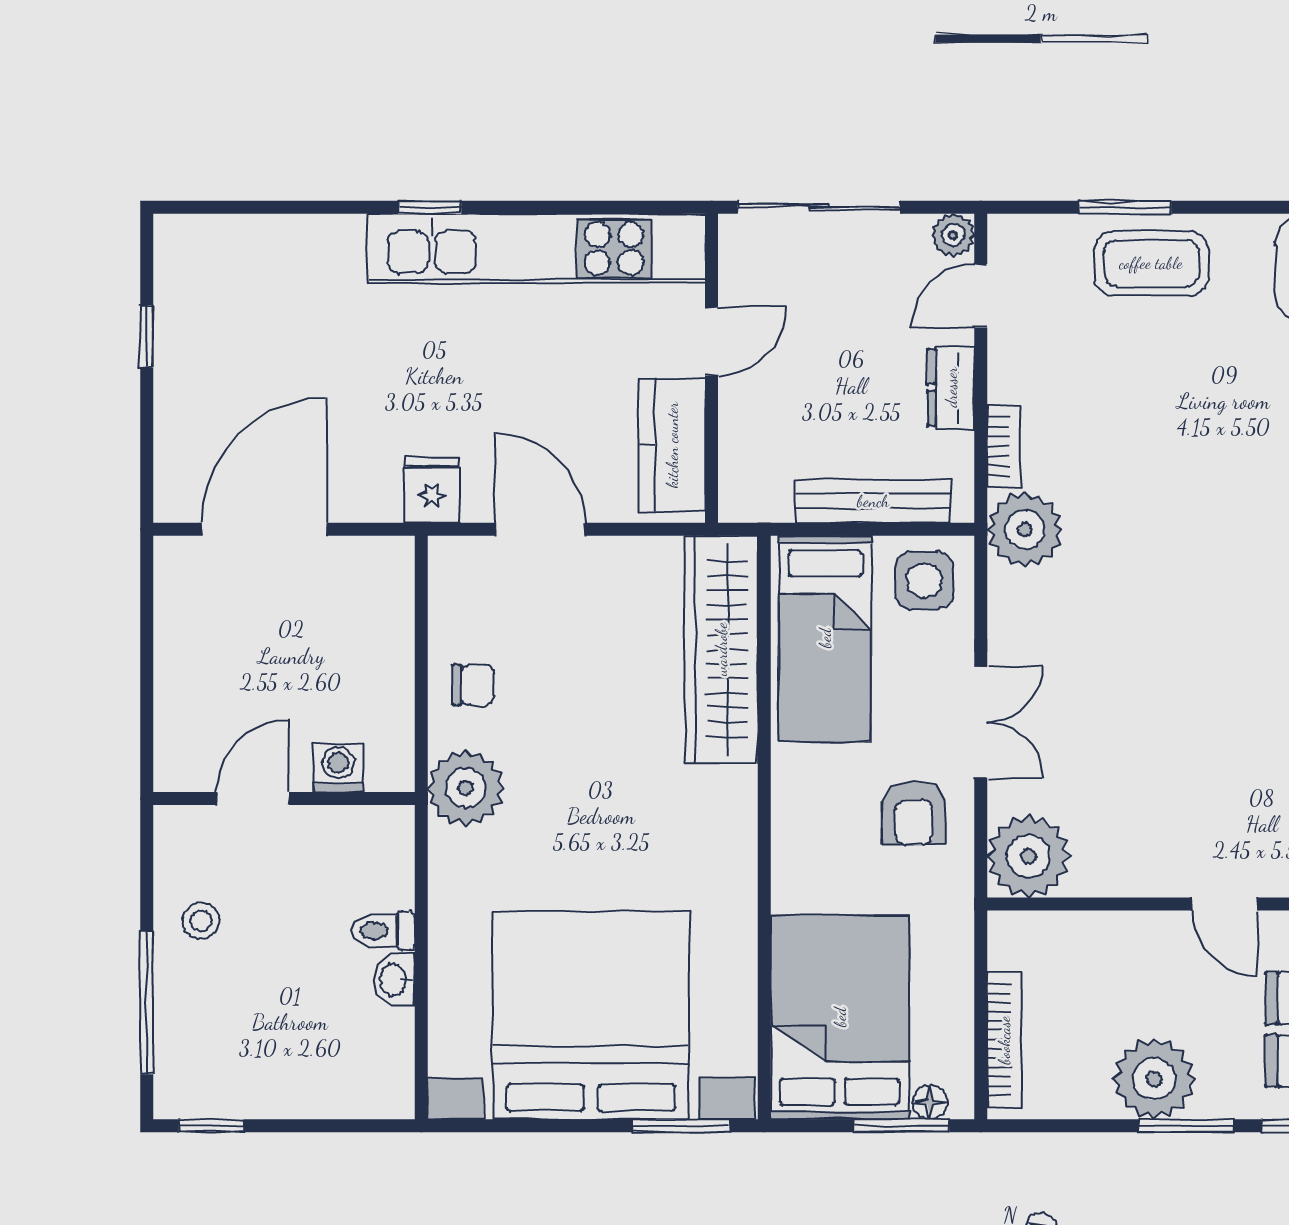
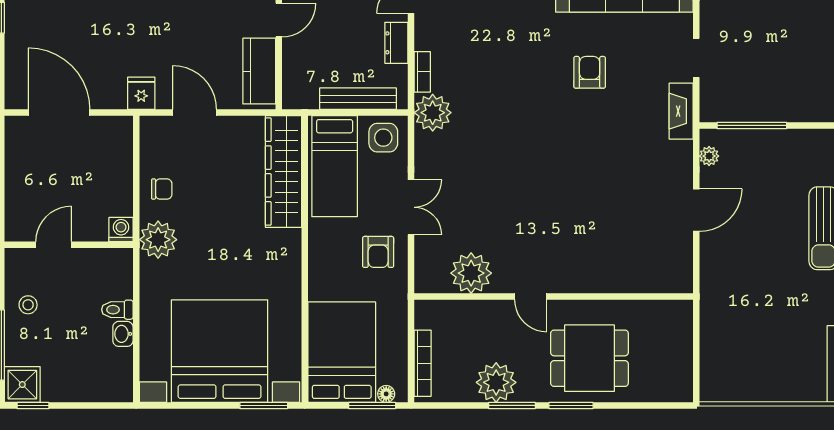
door: (264, 529) -> (59, 113), hinge flipped
washing machine: (338, 768) -> (121, 230), moved
plant: (1029, 856) -> (471, 273), moved
shower: (189, 1083) -> (22, 385), added

